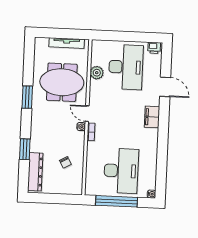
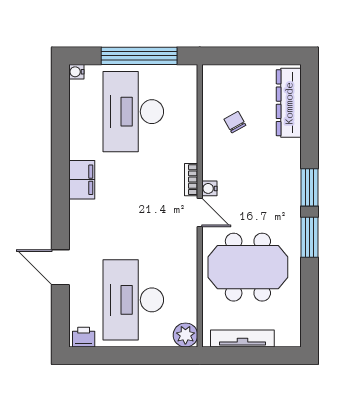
plant: (97, 73) -> (185, 335), moved
filing cabinet: (152, 117) -> (82, 180), moved
window: (25, 149) -> (309, 187), moved

